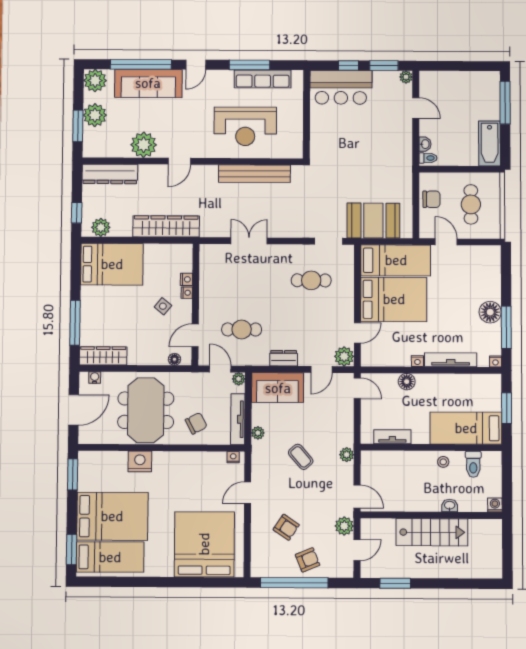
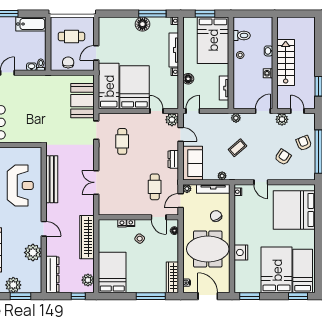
bed: (466, 428) -> (213, 40), width x1.50
washing machine: (495, 505) -> (268, 73), moved

